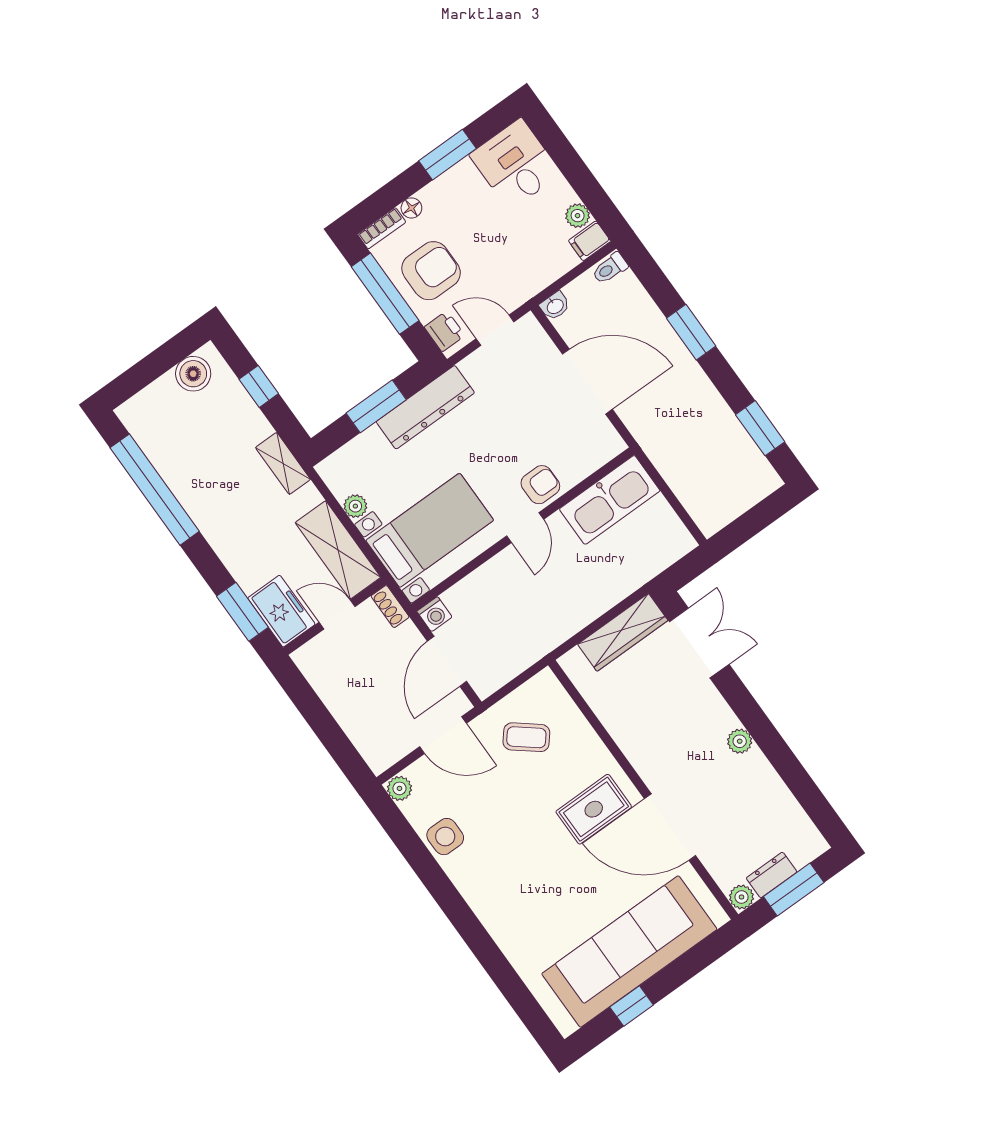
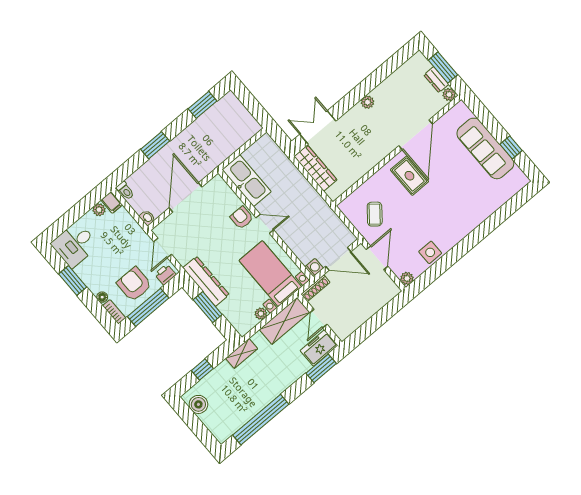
shoe rack: (390, 607) -> (315, 288), width x1.43
sofa: (629, 951) -> (485, 148), width x0.74, depth x0.79

